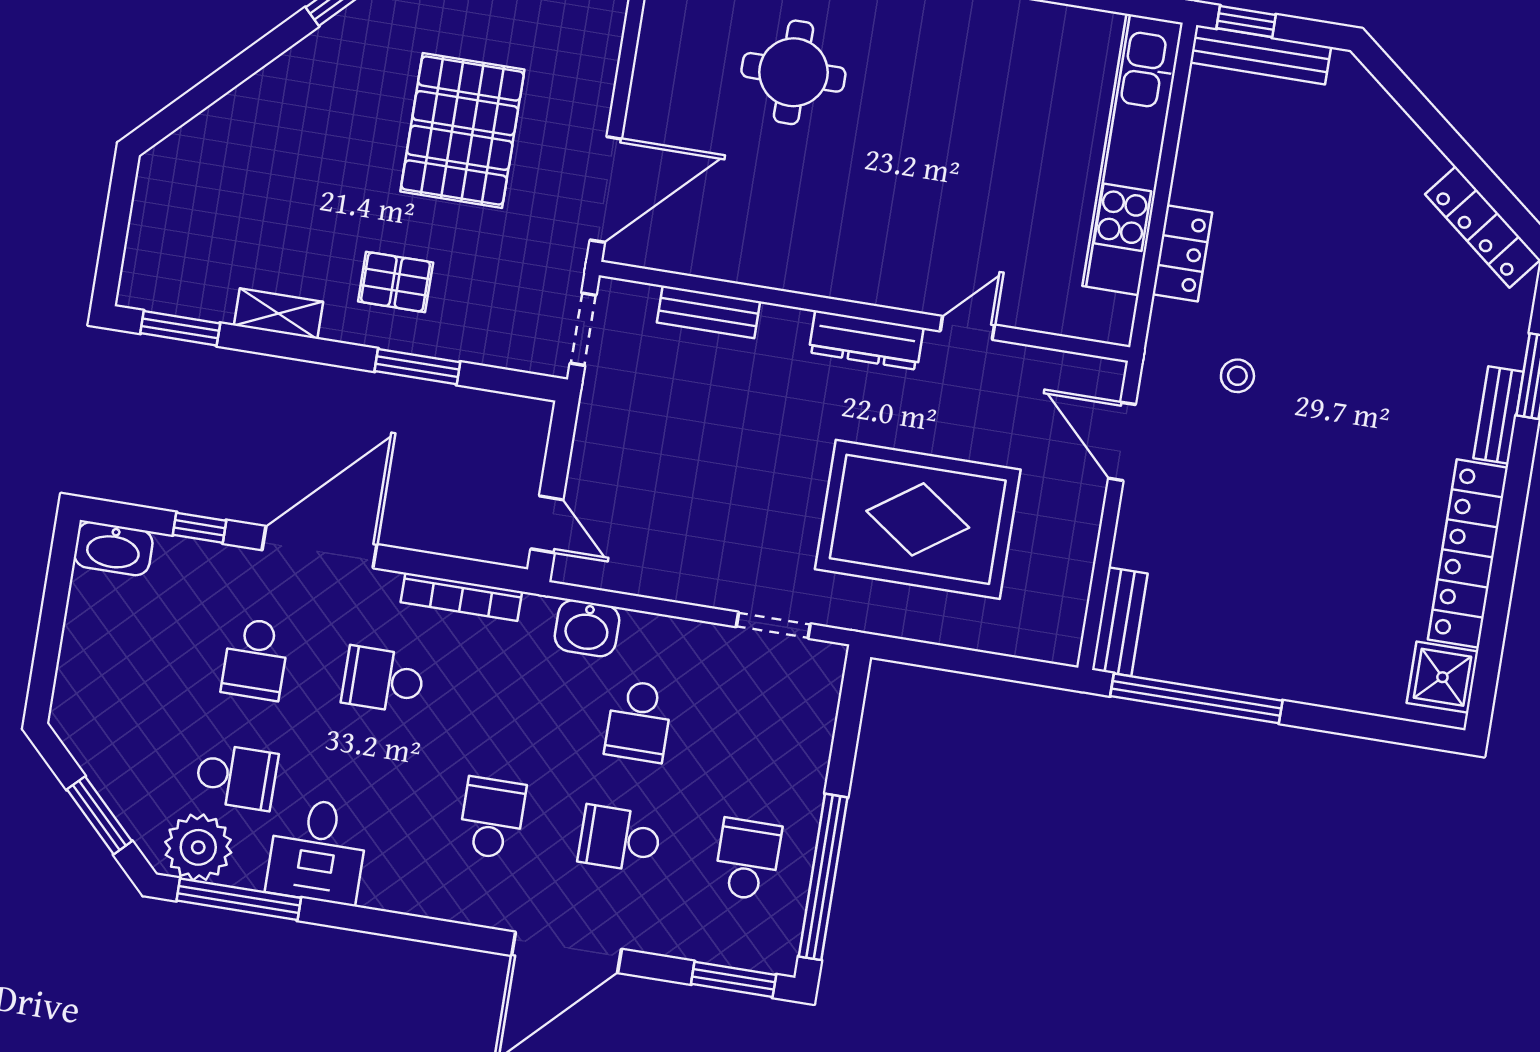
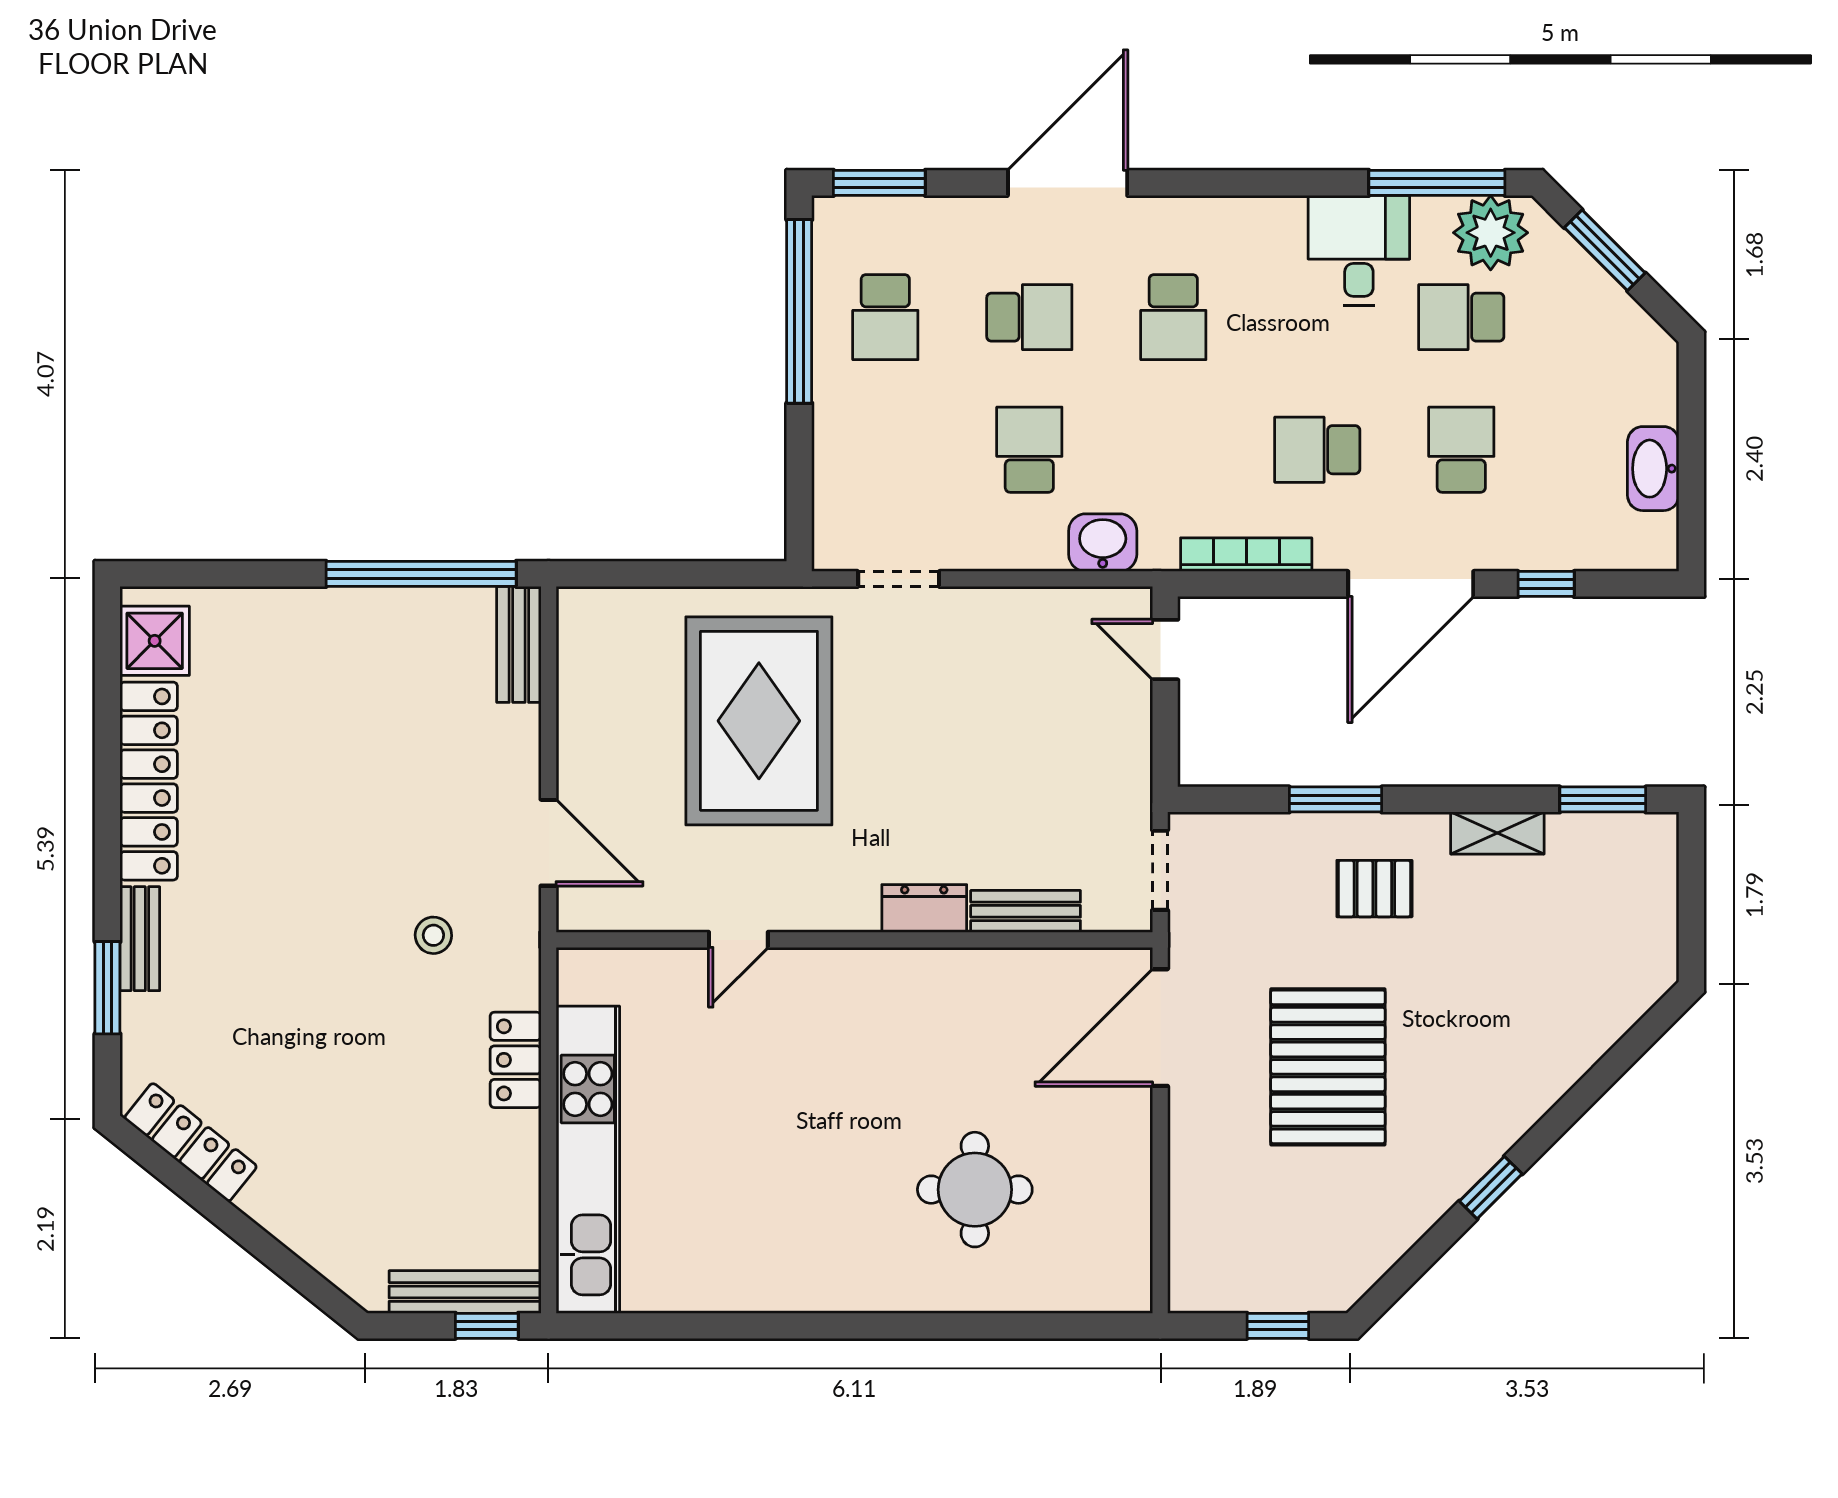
dresser: (866, 340) -> (924, 908), moved, width x0.70
rug: (918, 519) -> (759, 721), turned 90
washbasin: (113, 549) -> (1653, 469), moved, turned -90
school desk: (383, 680) -> (1317, 450), turned 180

